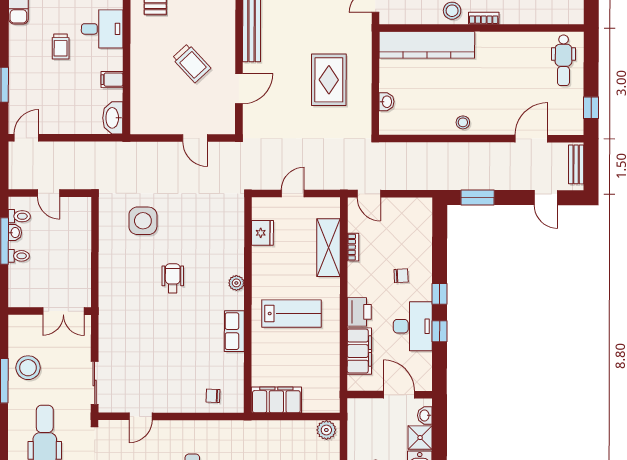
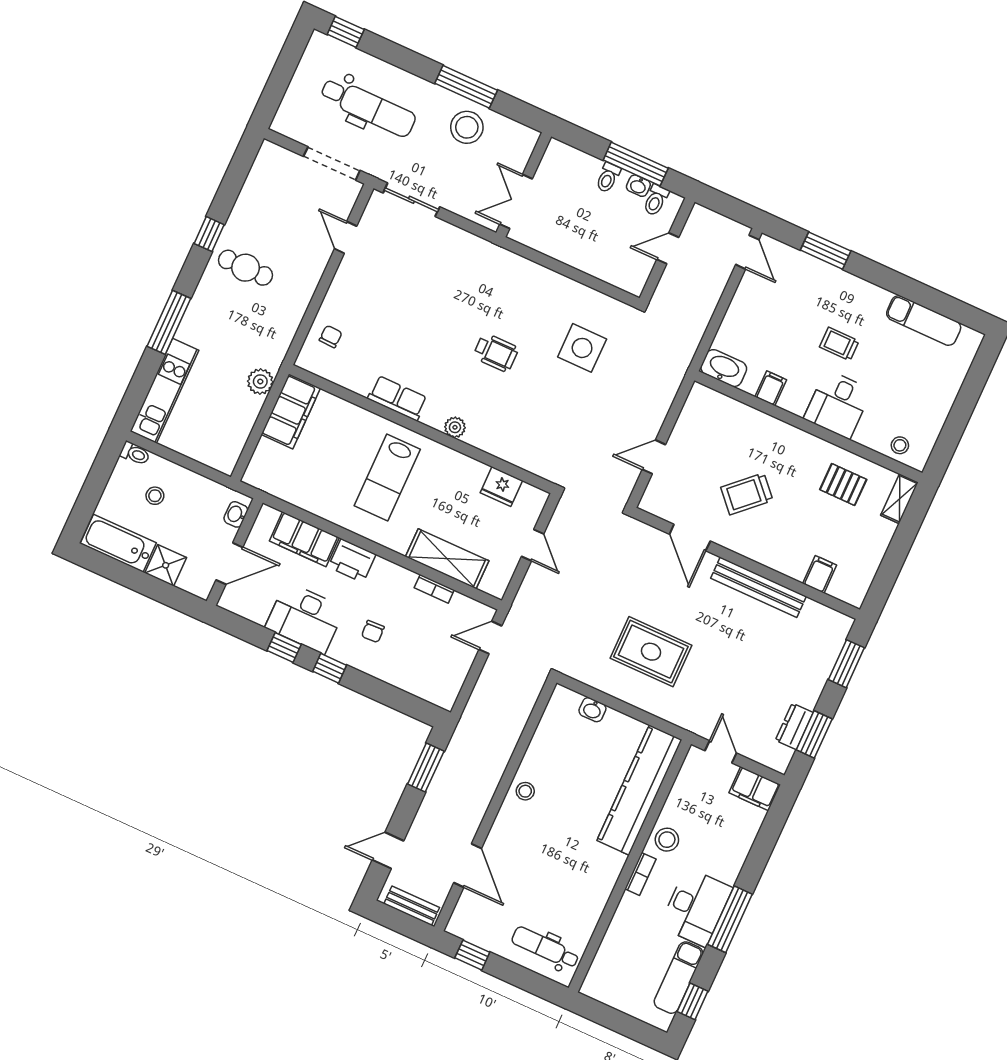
washbasin: (425, 415) -> (236, 514), moved, turned -90
plant: (326, 430) -> (260, 382), moved

